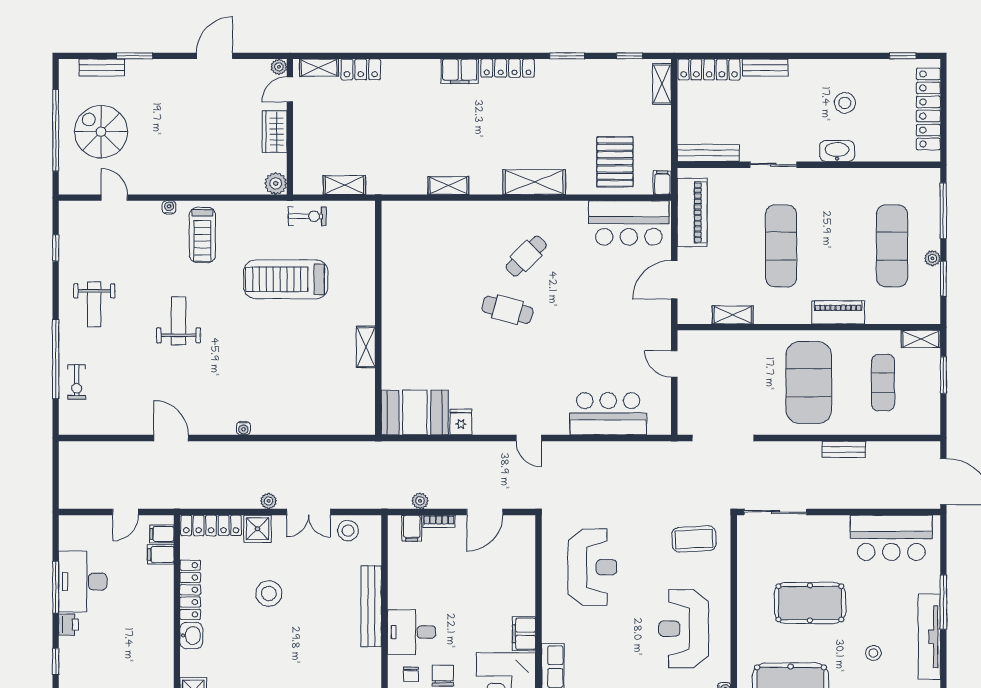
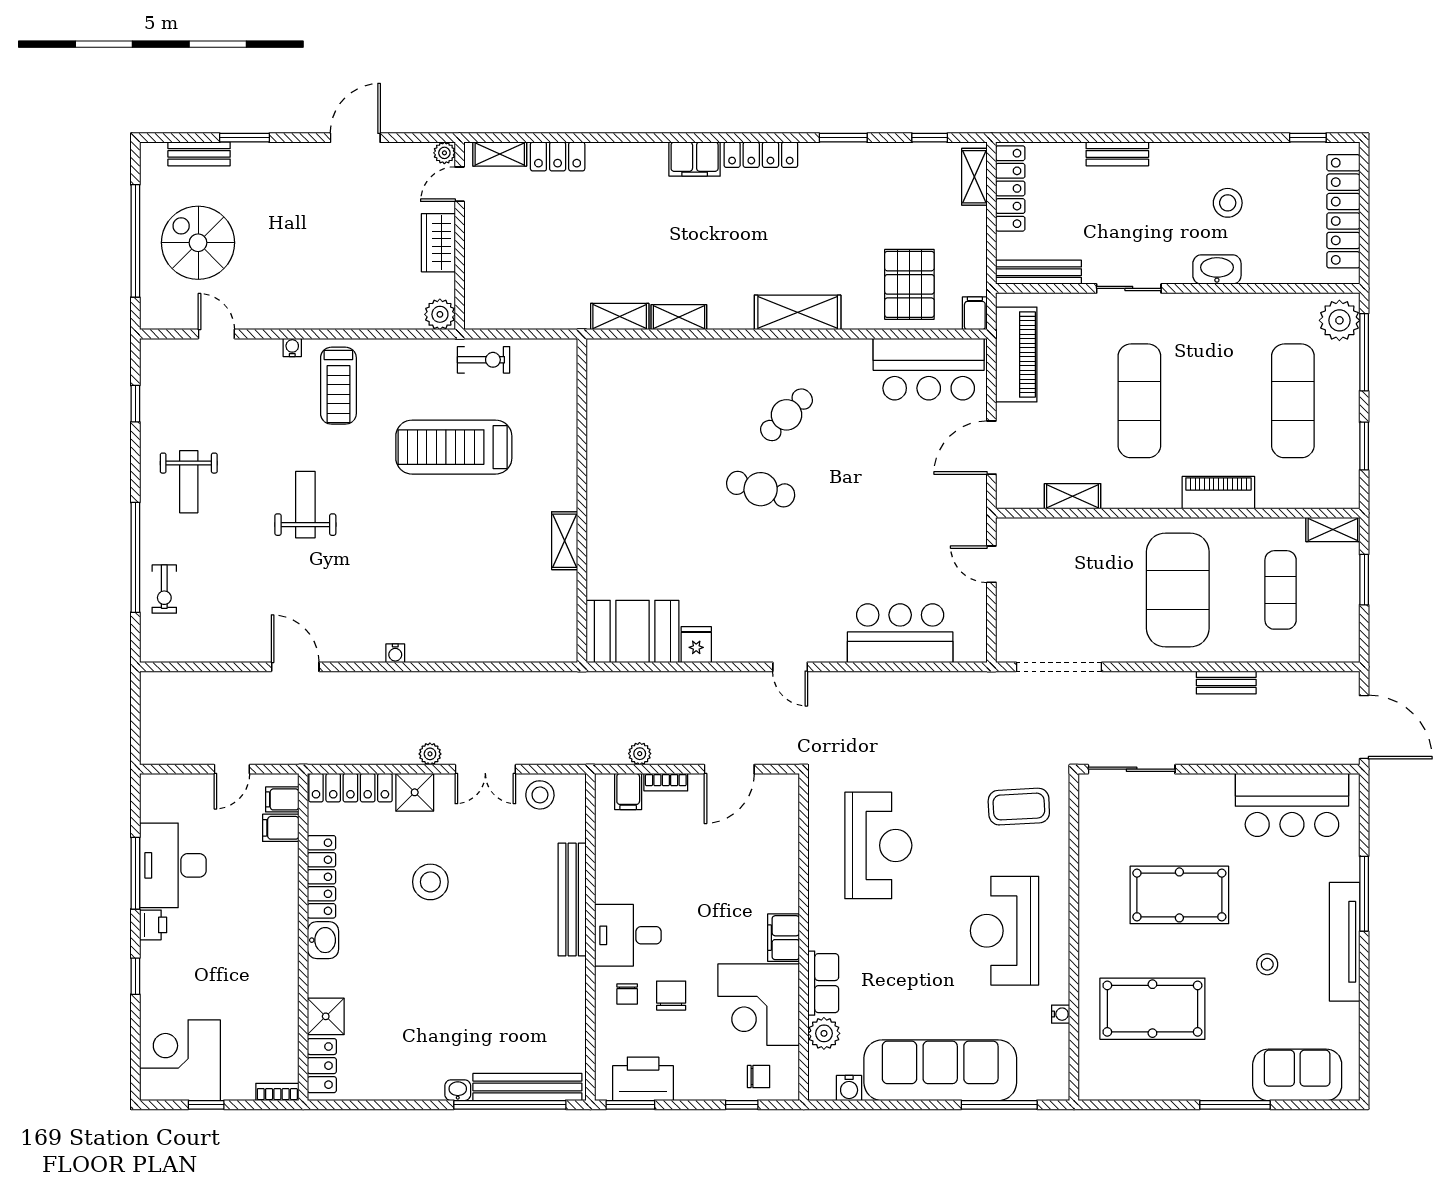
locker: (709, 69) -> (1010, 188), moved, turned -90
shelving: (344, 185) -> (620, 317), moved
plant: (932, 258) -> (1339, 320), moved, width x1.87, depth x1.87

